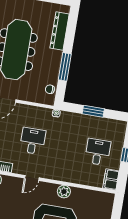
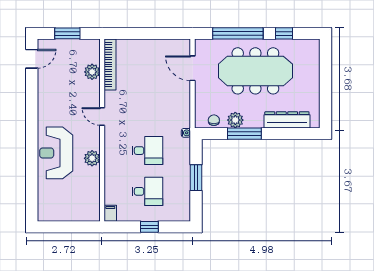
plant: (53, 72) -> (235, 120), added
desk: (33, 141) -> (147, 151), moved
filing cabinet: (111, 180) -> (110, 213), width x0.50

